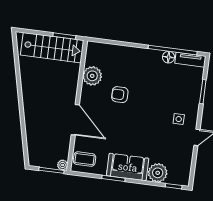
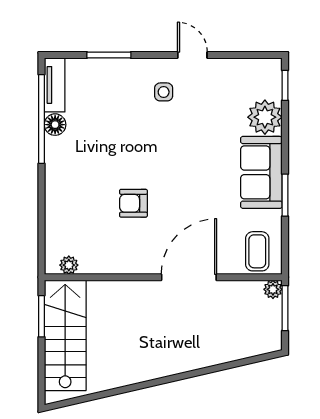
plant: (92, 76) -> (69, 265), moved, width x0.53, depth x0.53
armchair: (120, 95) -> (133, 203), turned 90

